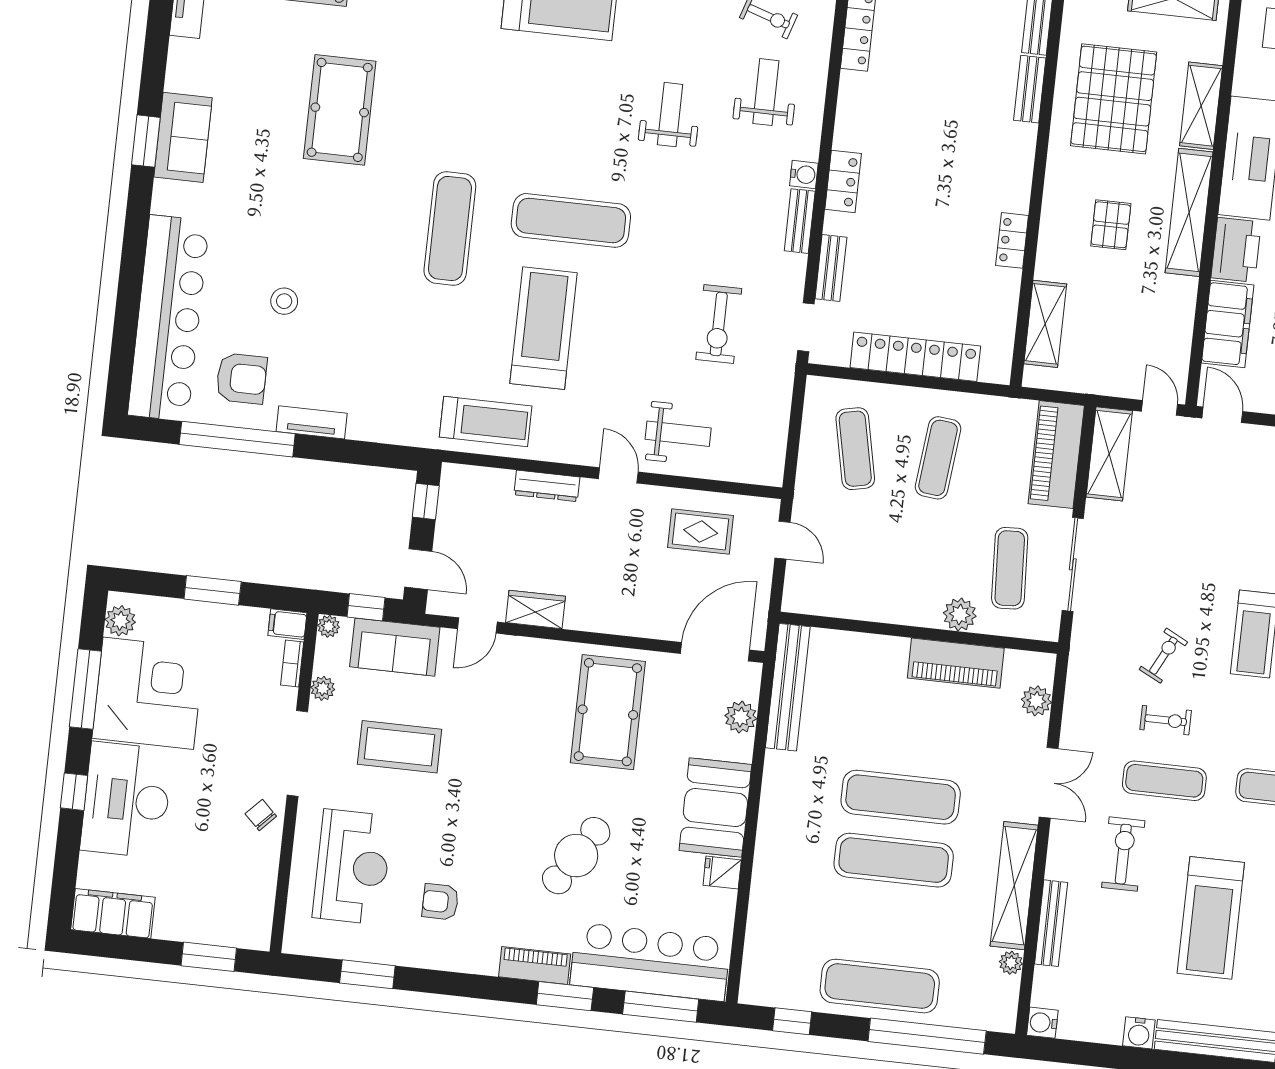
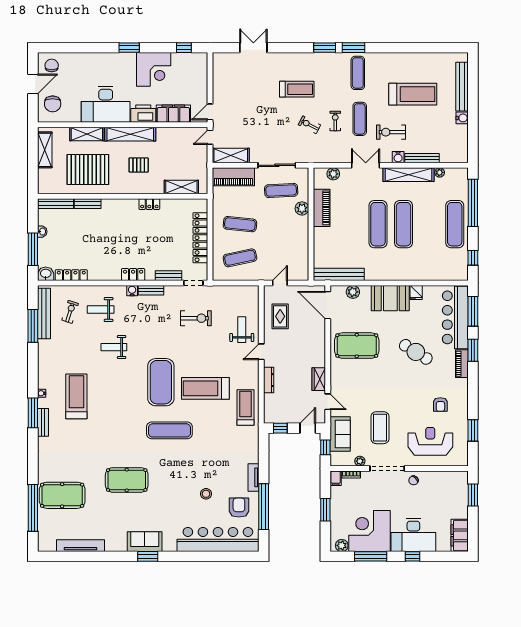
exercise mat: (571, 220) -> (161, 382), width x1.47
plant: (329, 626) -> (335, 462), removed
water cooler: (1042, 1023) -> (398, 157), moved

